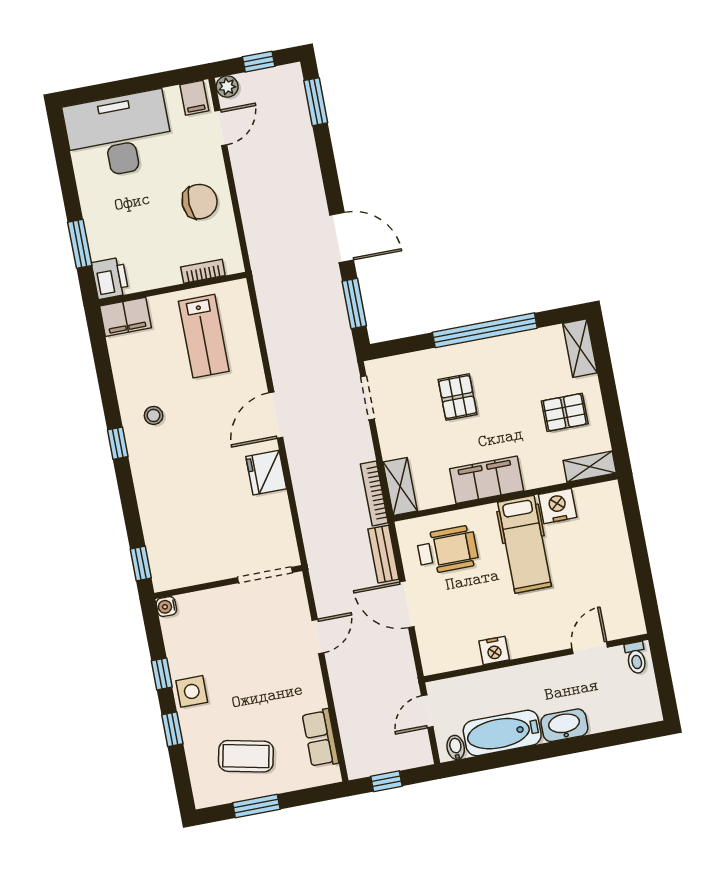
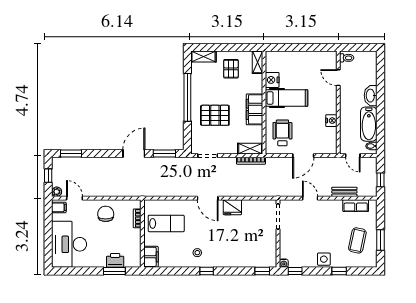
printer: (110, 278) -> (115, 260), moved
pallet: (458, 397) -> (215, 115), width x1.50, depth x1.42
bench: (383, 554) -> (344, 192), moved
window: (162, 674) -> (295, 271), moved

